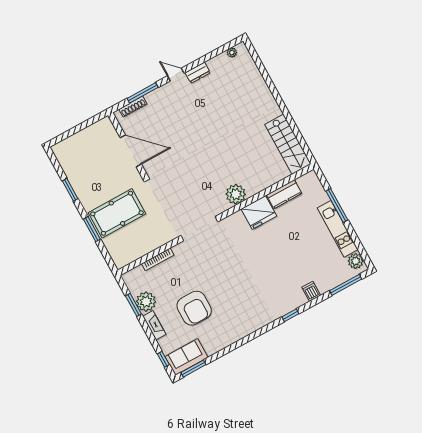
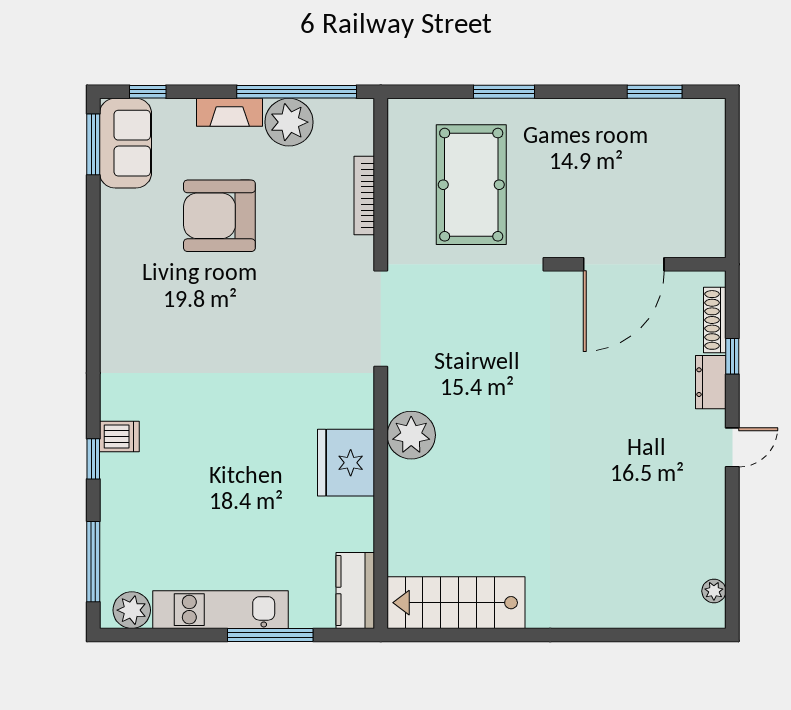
dresser: (198, 73) -> (711, 382), moved
window: (143, 93) -> (732, 356), width x0.46
window: (70, 190) -> (655, 92), moved
kitchen counter: (284, 194) -> (355, 590), moved
pool table: (117, 213) -> (471, 185), moved
dishwasher: (311, 291) -> (119, 437), moved
window: (133, 305) -> (297, 92), width x2.11
window: (290, 315) -> (93, 459), moved

